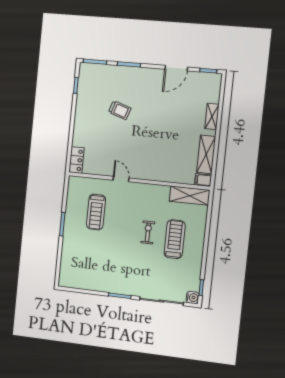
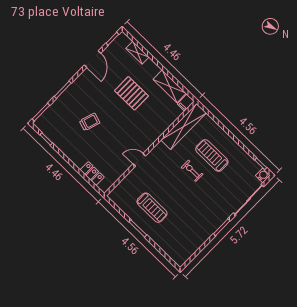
shelving: (212, 116) -> (137, 53), moved
pallet: (173, 126) -> (131, 93), added
locker: (77, 160) -> (92, 174), moved
shelving: (190, 196) -> (184, 126), width x1.47
treadmill: (96, 212) -> (152, 208), moved

